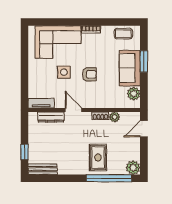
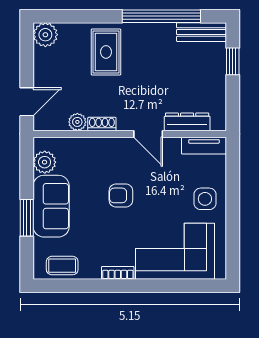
side table: (64, 72) -> (205, 199), moved
window: (109, 178) -> (161, 16), moved

